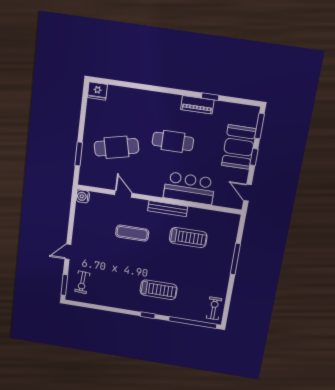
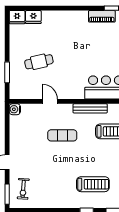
fridge: (116, 94) -> (33, 17), added
cafe table: (173, 141) -> (86, 50), removed
cafe table: (116, 147) -> (39, 62), width x0.73, depth x0.74

